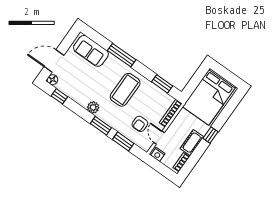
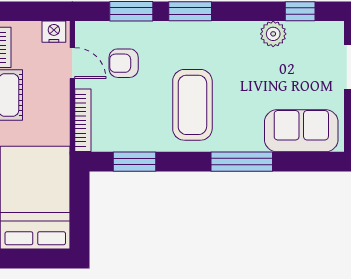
floor lamp: (52, 80) -> (333, 32), removed
plant: (93, 107) -> (273, 34), moved
armchair: (140, 124) -> (124, 63), turned -90

